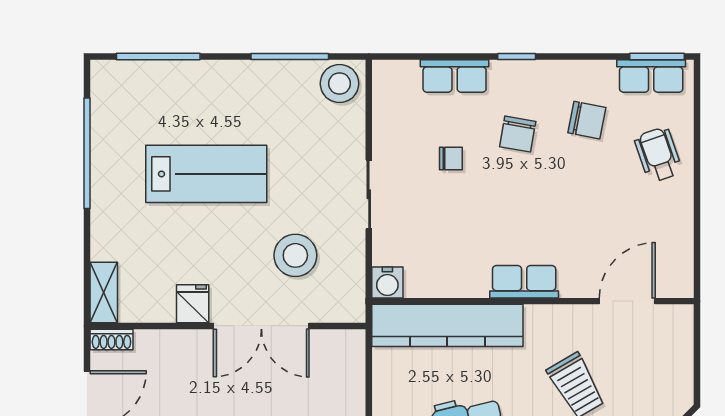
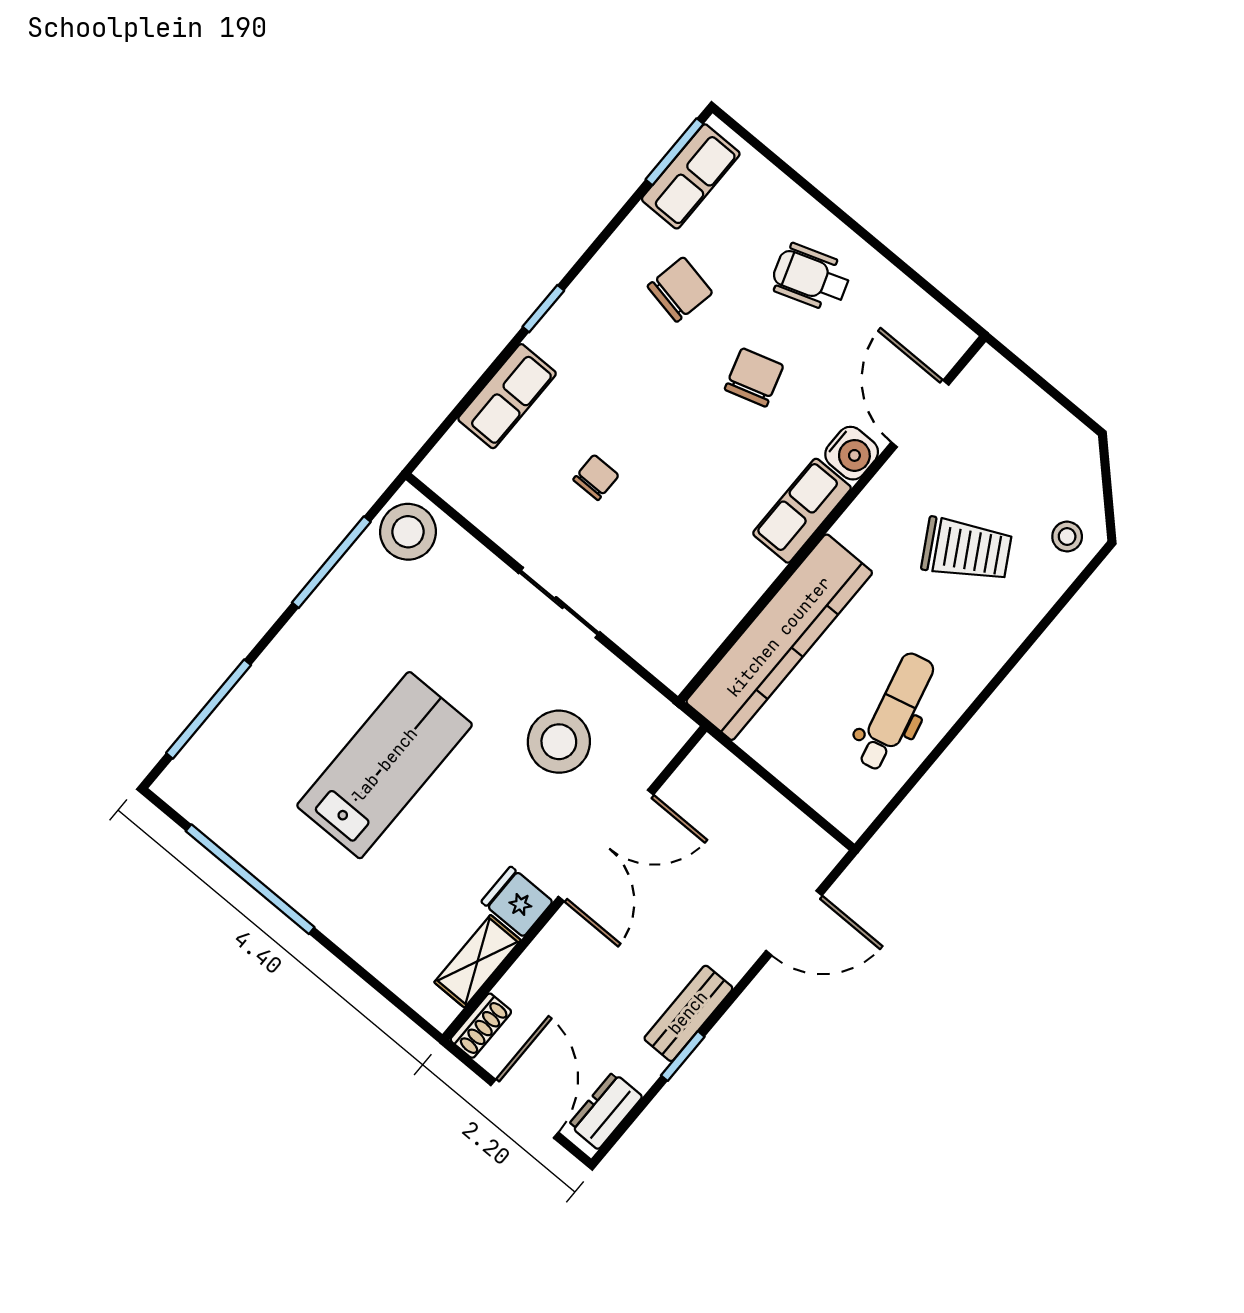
chair: (518, 134) -> (754, 377), moved, turned -117
wheelchair: (658, 155) -> (811, 277), moved
water cooler: (387, 283) -> (852, 453), moved
shelving: (104, 293) -> (477, 961), moved, turned 90

